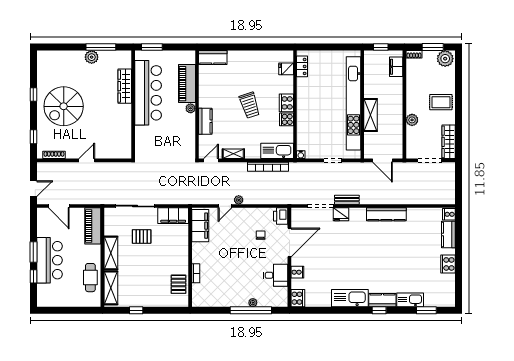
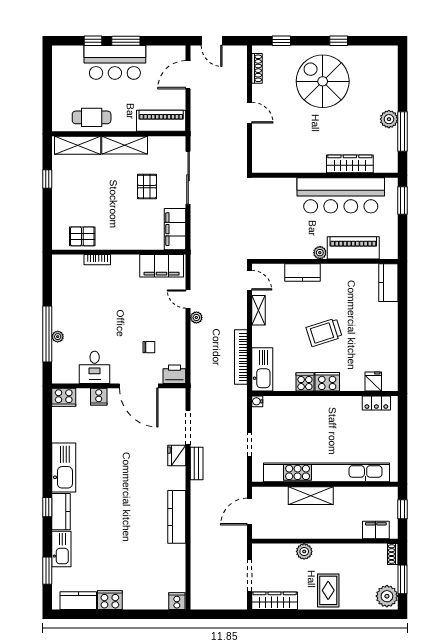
kitchen counter: (448, 235) -> (78, 601), moved

